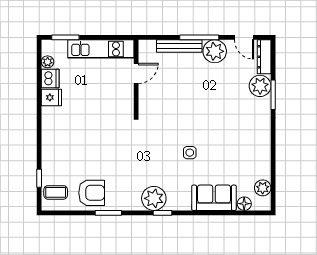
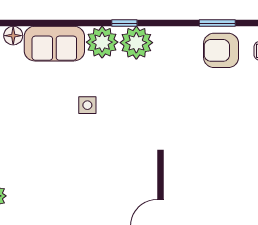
plant: (179, 199) -> (102, 42), added
window: (108, 213) -> (217, 23), moved

